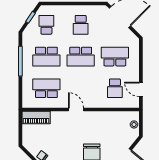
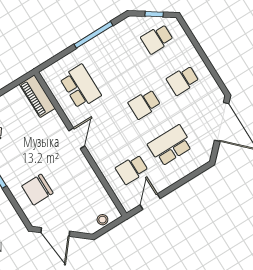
school desk: (46, 25) -> (157, 39), turned 180
school desk: (46, 57) -> (119, 63), removed
school desk: (81, 57) -> (144, 104), width x0.54
school desk: (115, 57) -> (170, 146), turned -90

